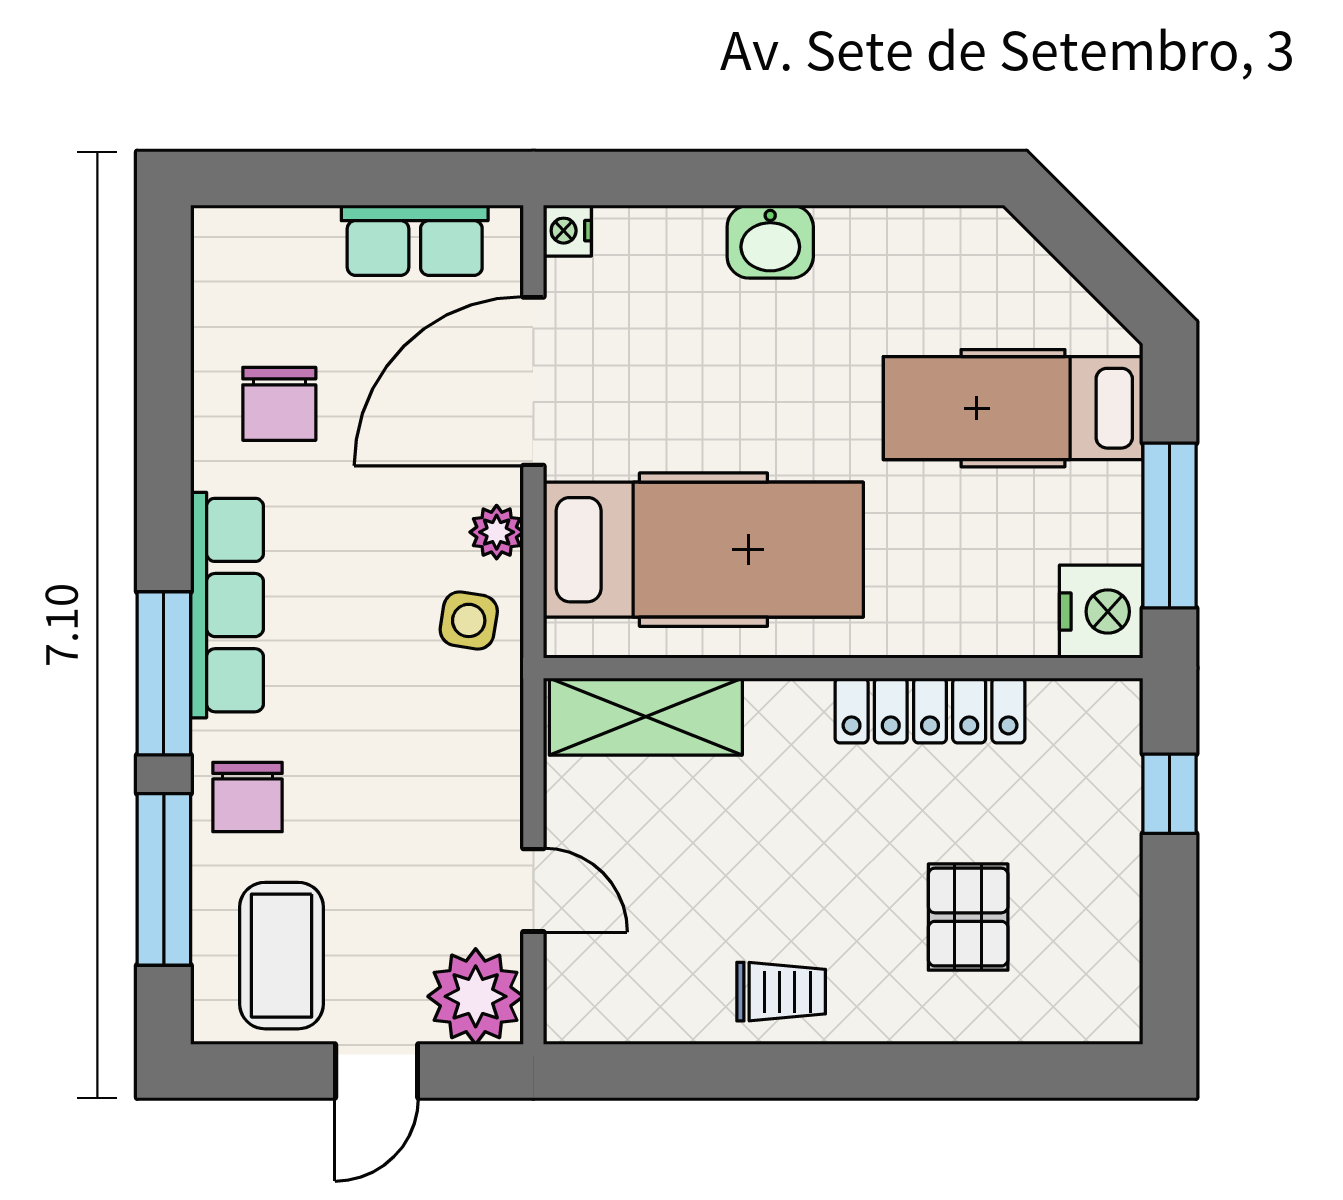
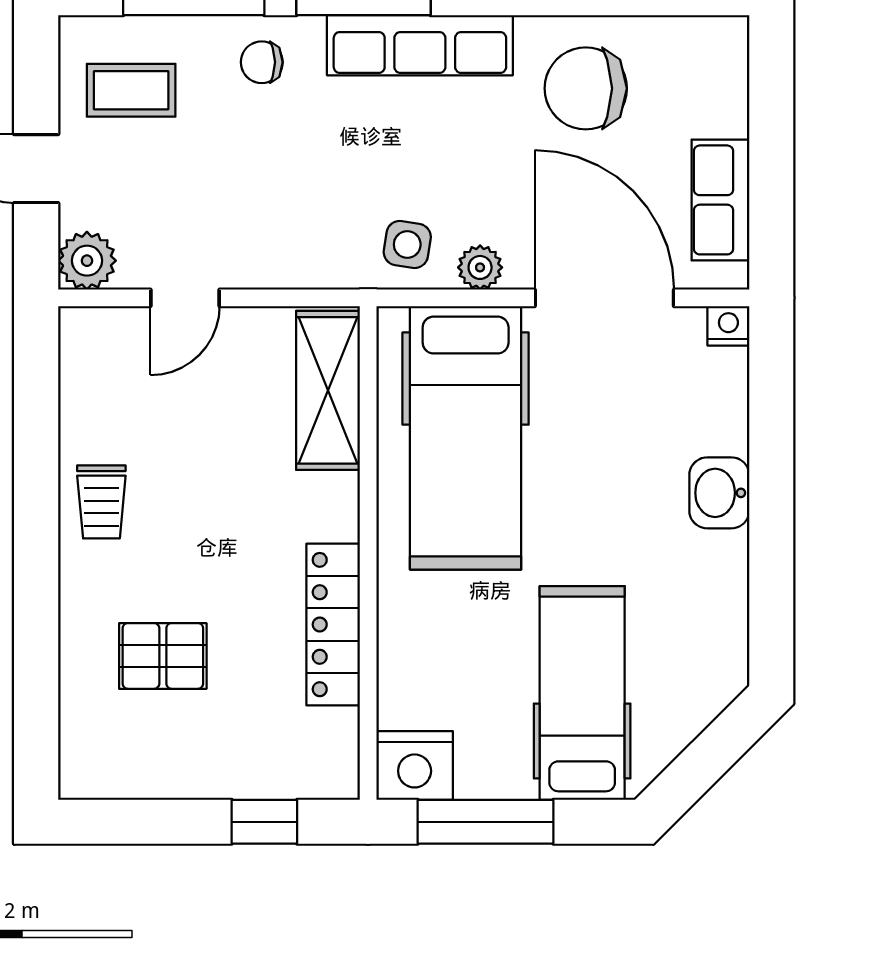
chair: (279, 404) -> (586, 88), width x1.37, depth x1.37
chair: (248, 797) -> (262, 62), width x0.73, depth x0.73
coffee table: (282, 956) -> (131, 90), width x0.73, depth x0.77
plant: (476, 996) -> (87, 261), width x0.73, depth x0.73

